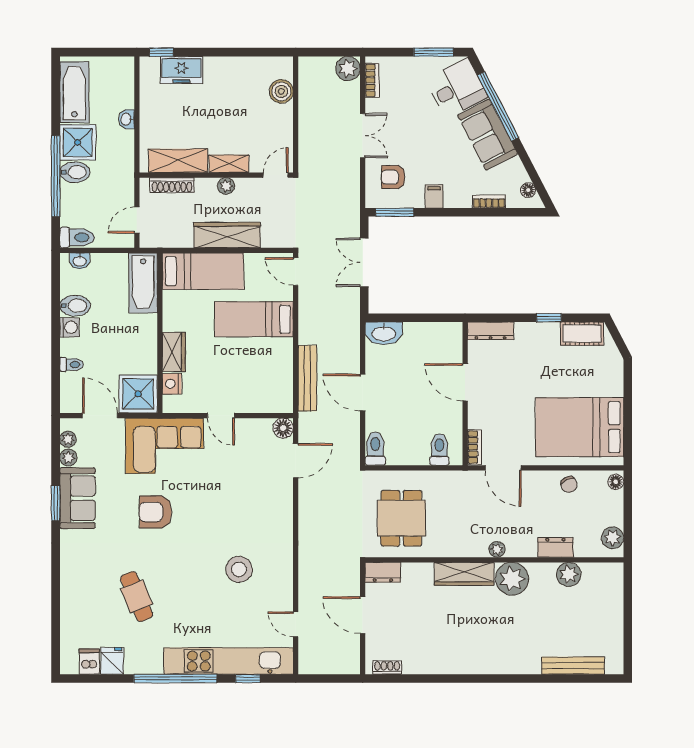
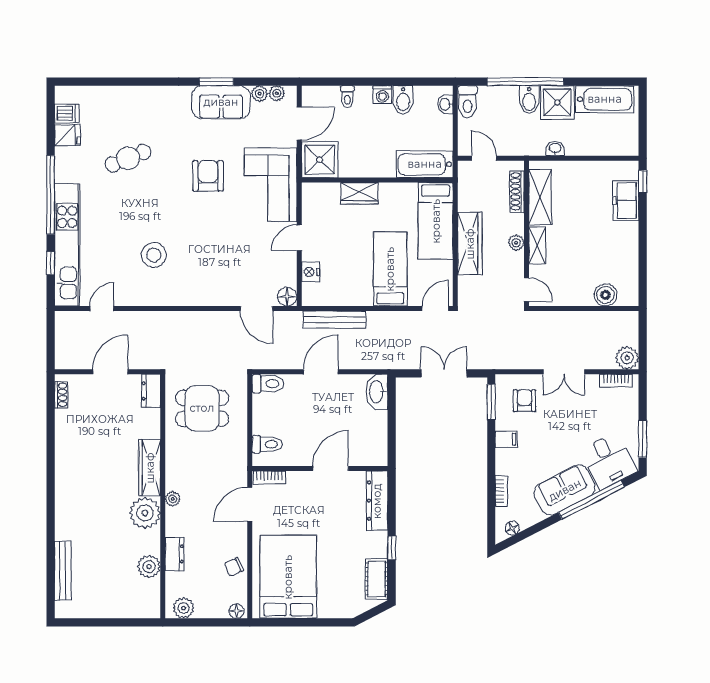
washbasin: (126, 119) -> (555, 149), moved
dresser: (491, 331) -> (377, 501), width x1.37, depth x1.24
nightstand: (172, 384) -> (311, 272), moved, turned -90

